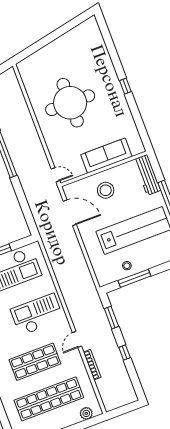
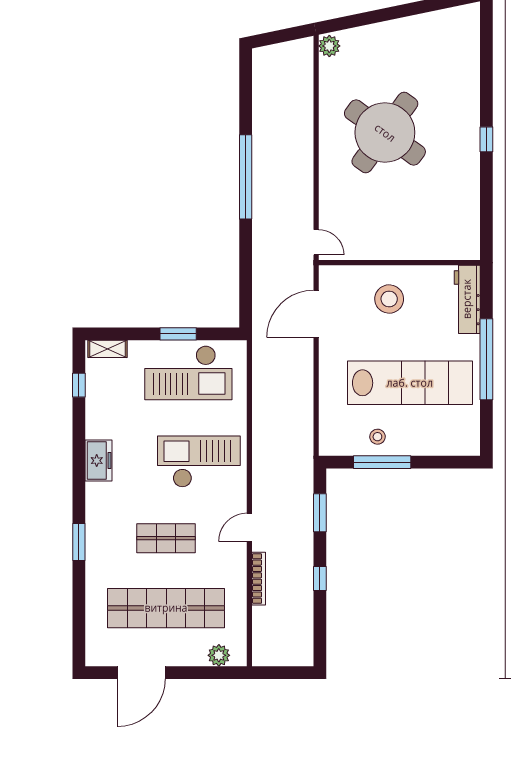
plant: (23, 68) -> (329, 46), added
round table: (70, 103) -> (385, 133), turned 36
sofa: (106, 156) -> (412, 242), removed
door: (70, 213) -> (316, 314), swing flipped
shop shelf: (35, 362) -> (166, 538), width x0.70, depth x0.74

